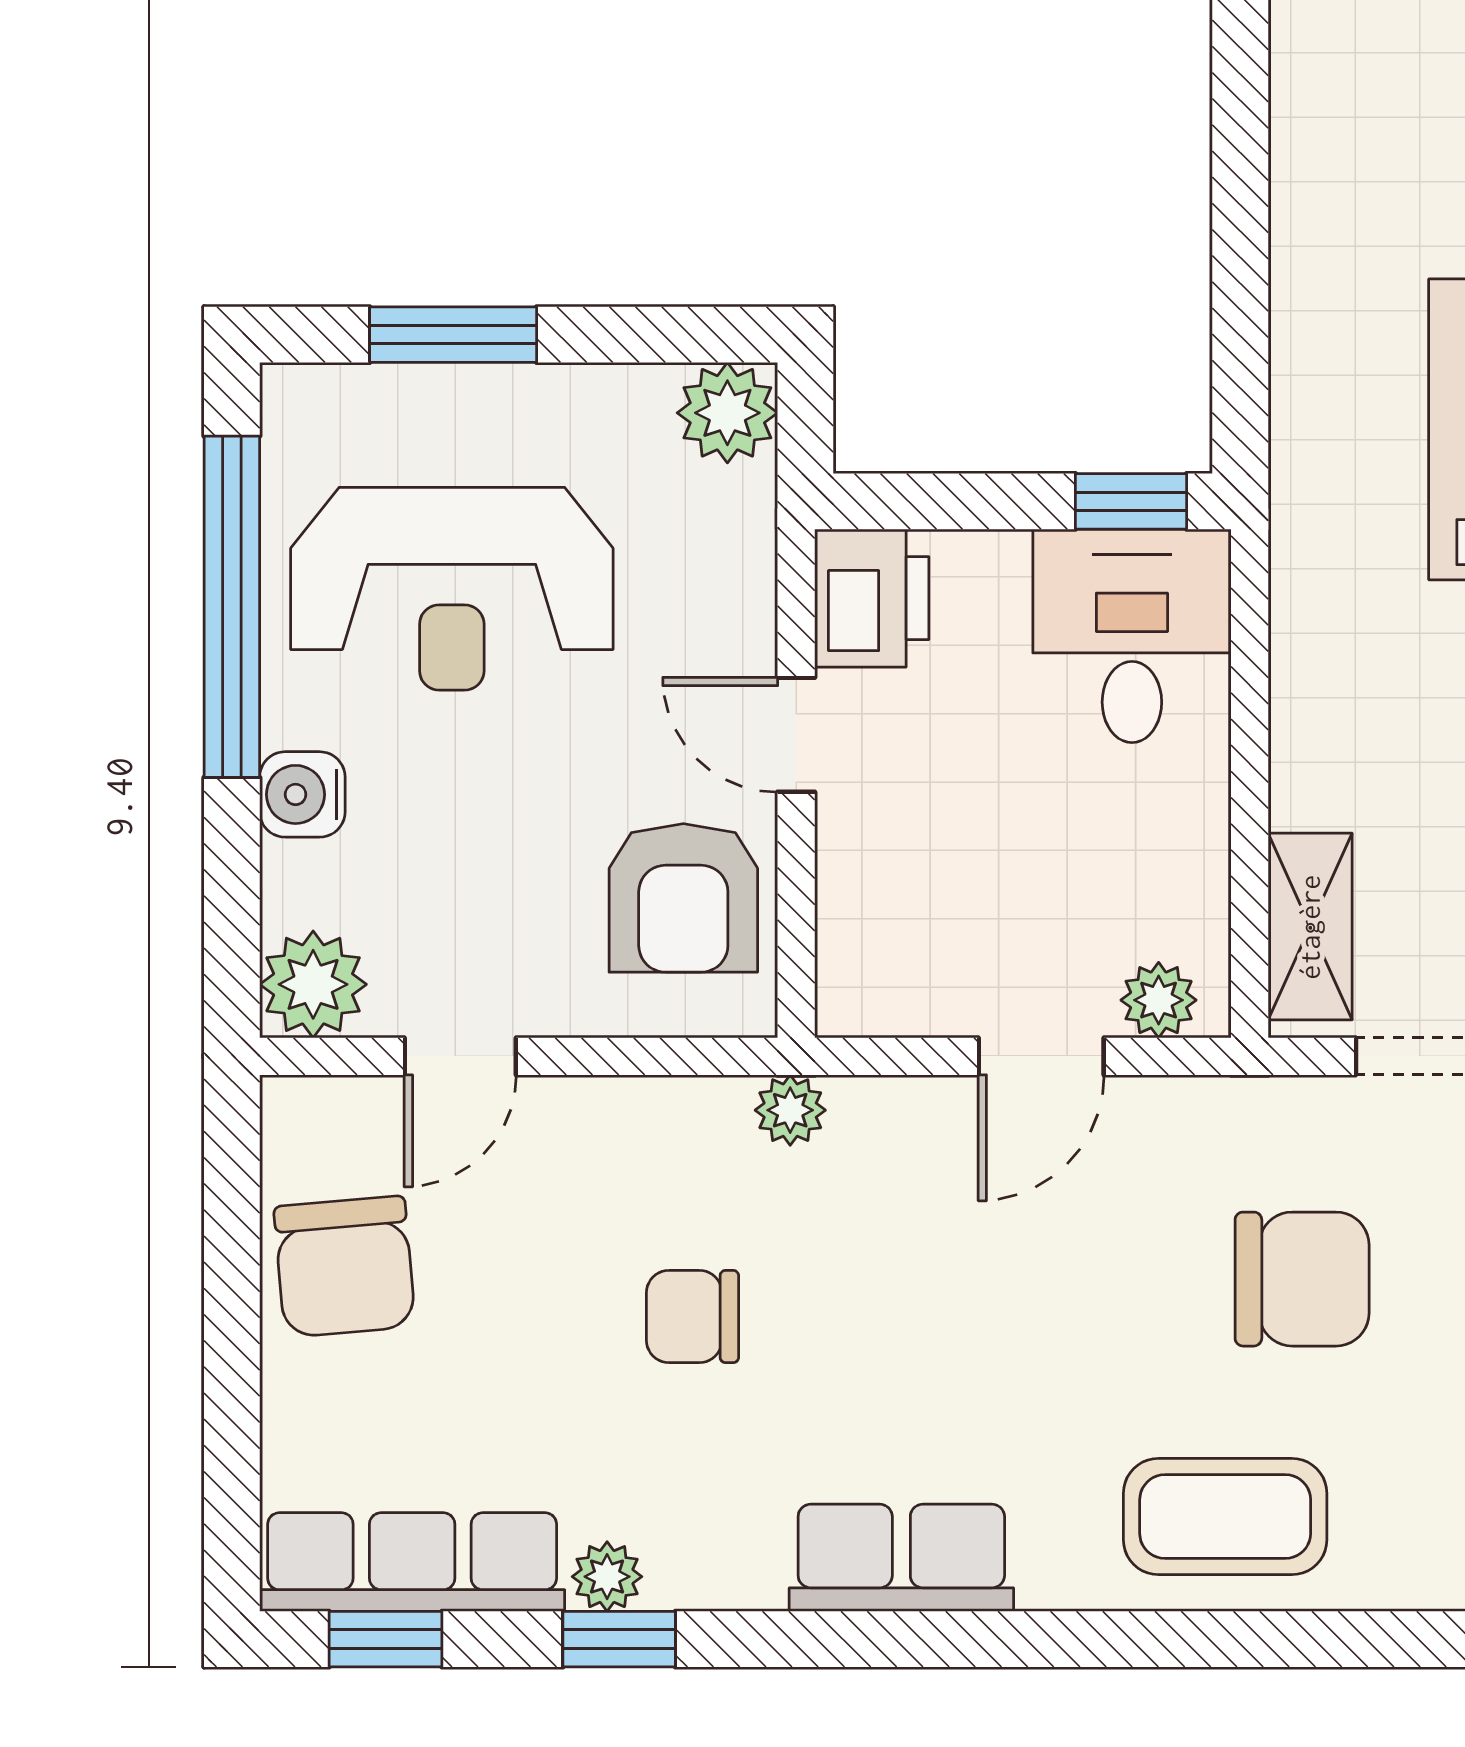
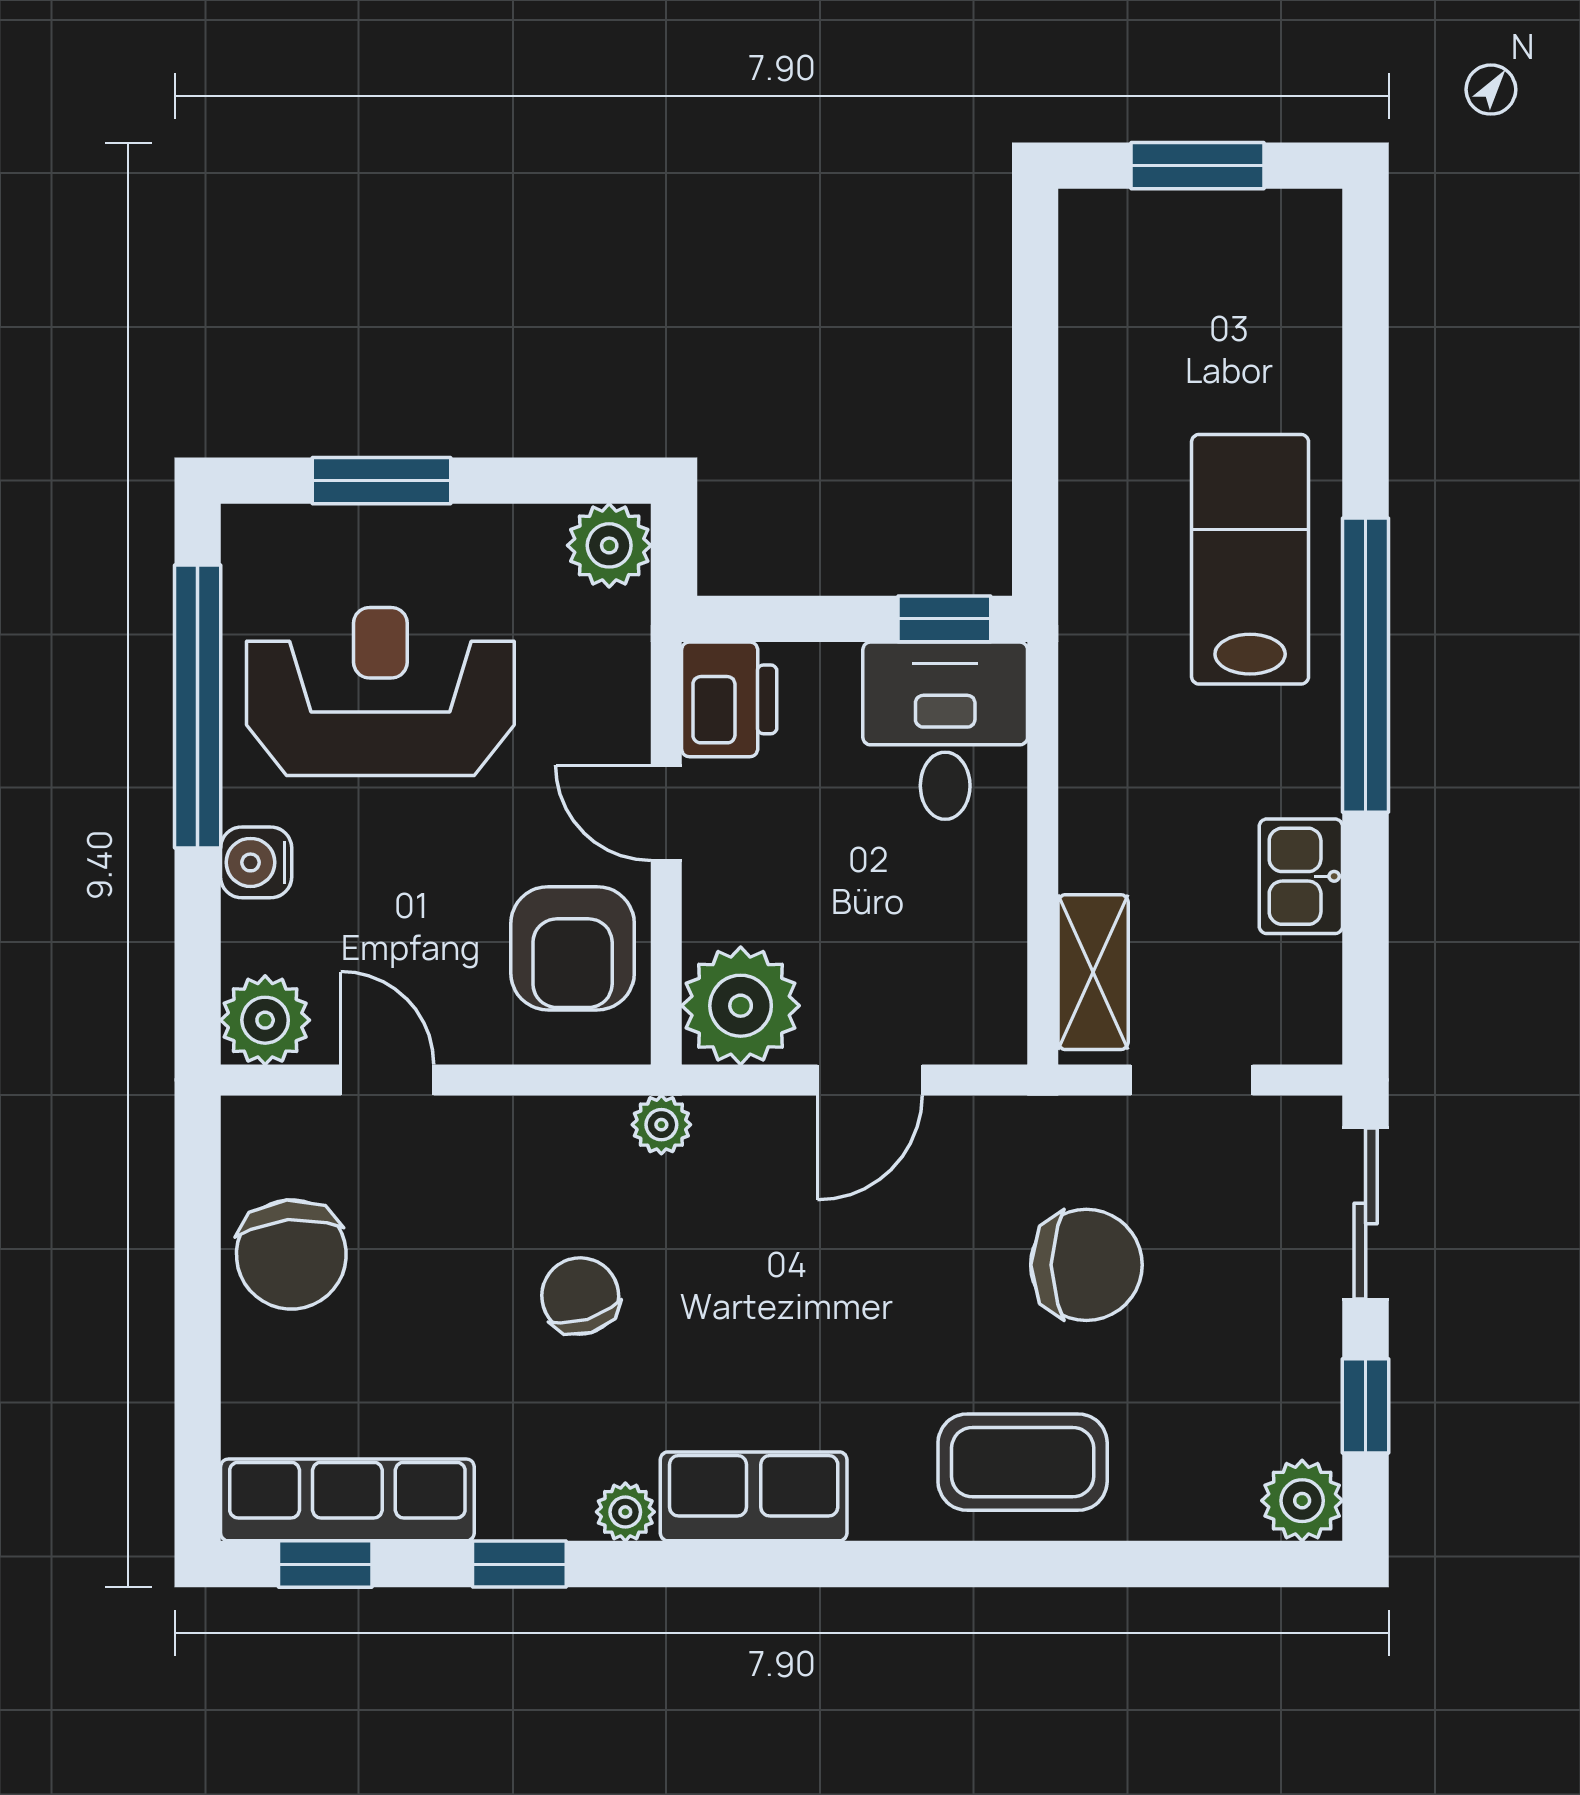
reception desk: (452, 589) -> (380, 692), turned 180
plant: (1159, 1000) -> (741, 1006), moved, width x1.87, depth x1.87
door: (460, 1056) -> (387, 1080), swing flipped
chair: (692, 1317) -> (580, 1296), turned 73
plant: (607, 1577) -> (625, 1512), moved

